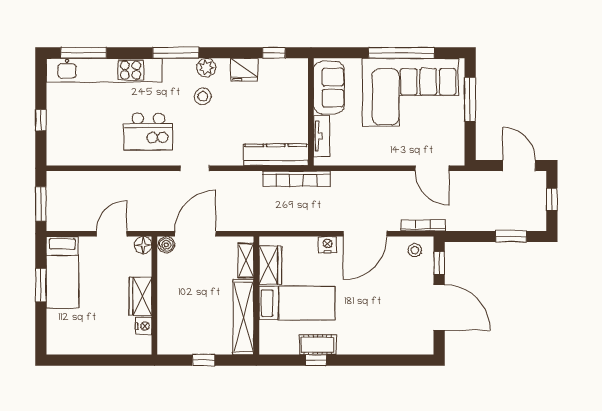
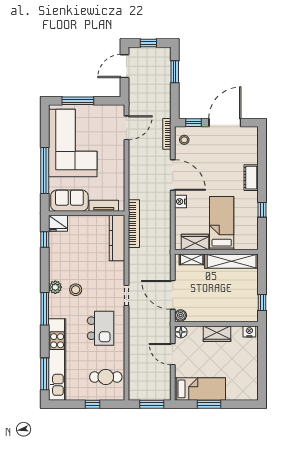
window: (401, 53) -> (45, 170), moved
fridge: (244, 70) -> (58, 223), moved, turned 90
cafe table: (79, 139) -> (106, 377), added
nightstand: (144, 326) -> (249, 331), moved
cot: (318, 345) -> (251, 178), moved
window: (204, 360) -> (262, 302), moved

